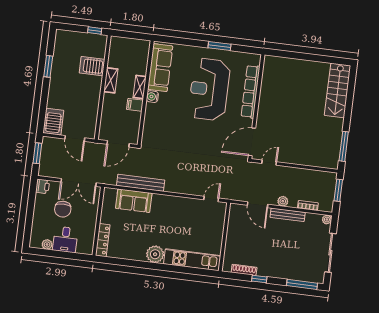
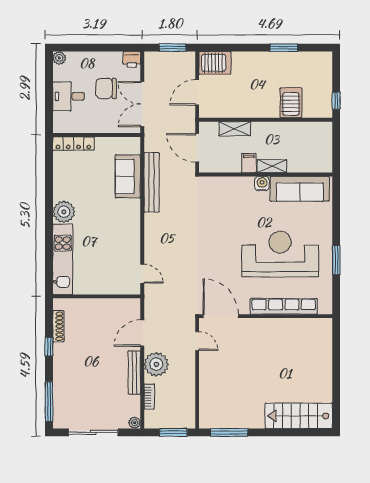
shelving: (111, 80) -> (235, 129), moved
plant: (283, 201) -> (156, 364), width x1.88, depth x1.88
plant: (47, 244) -> (59, 58), moved

